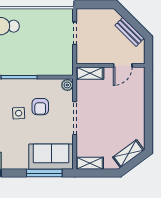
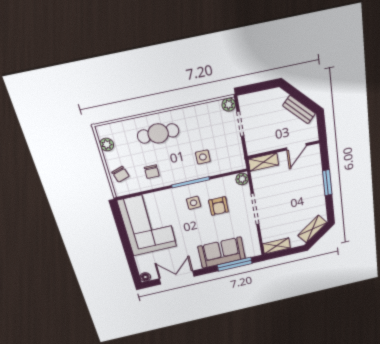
plant: (67, 14) -> (229, 105), added
side table: (35, 56) -> (203, 157), added
window: (149, 108) -> (327, 183), added
side table: (19, 113) -> (194, 203), moved
sofa: (51, 157) -> (222, 253), moved

